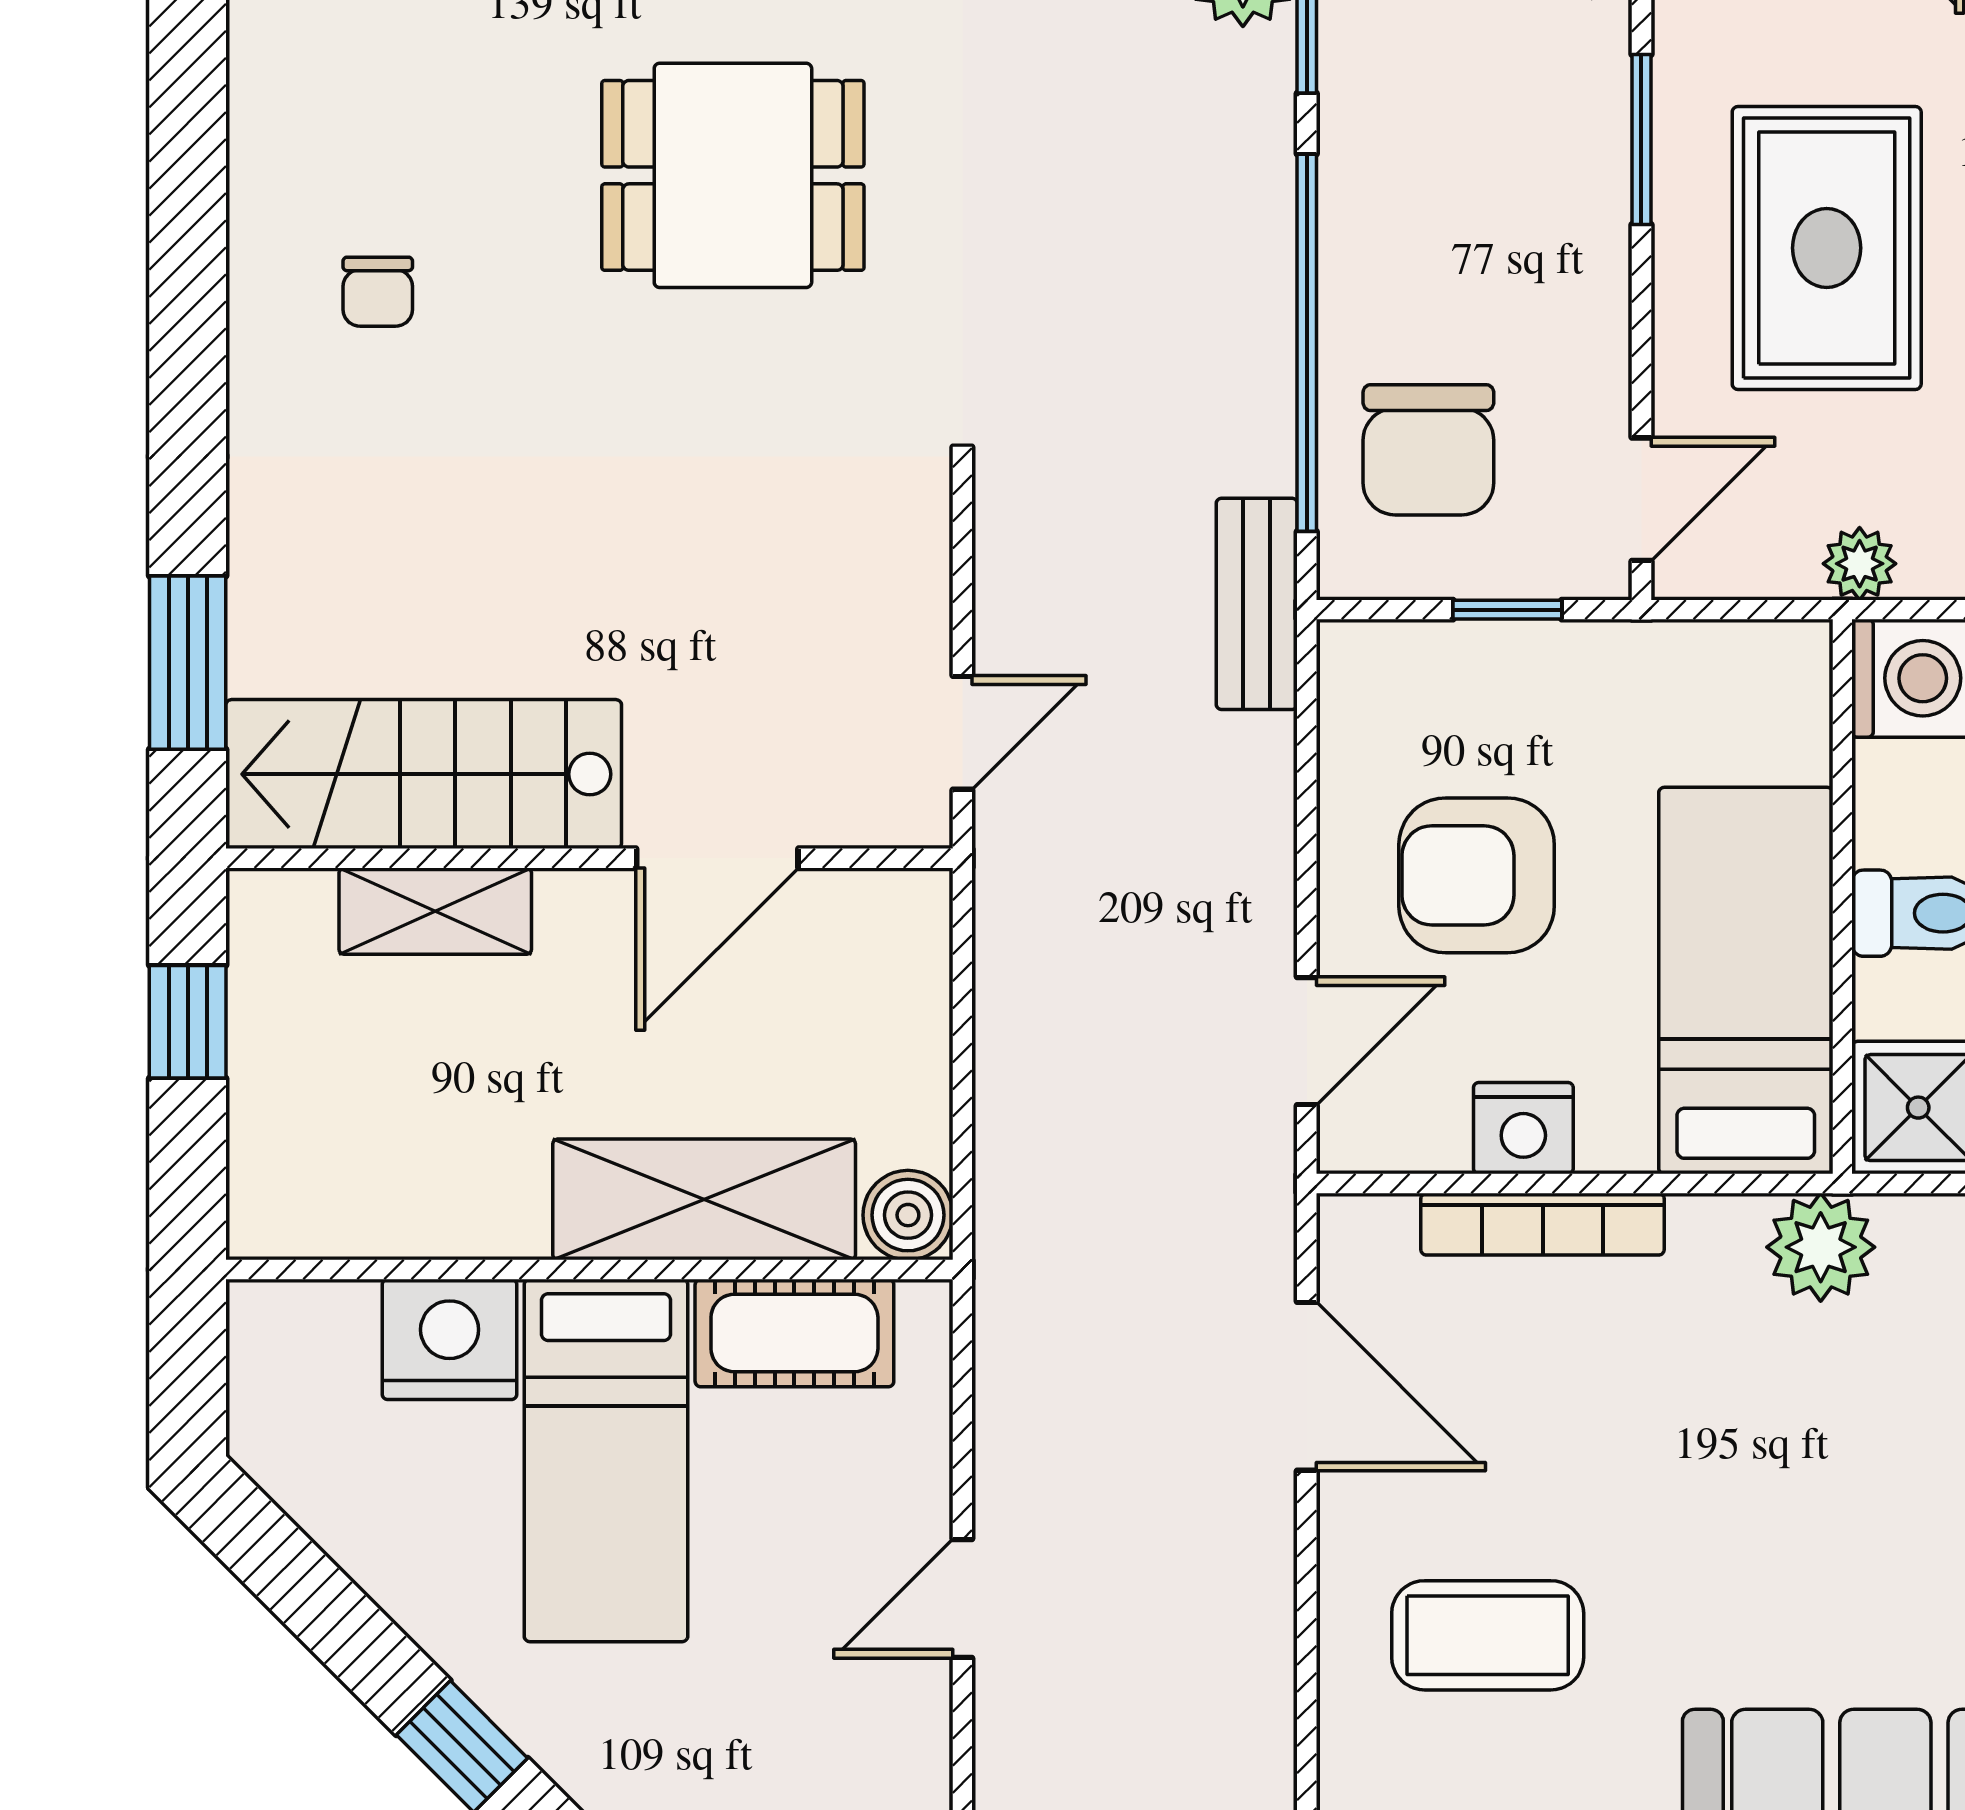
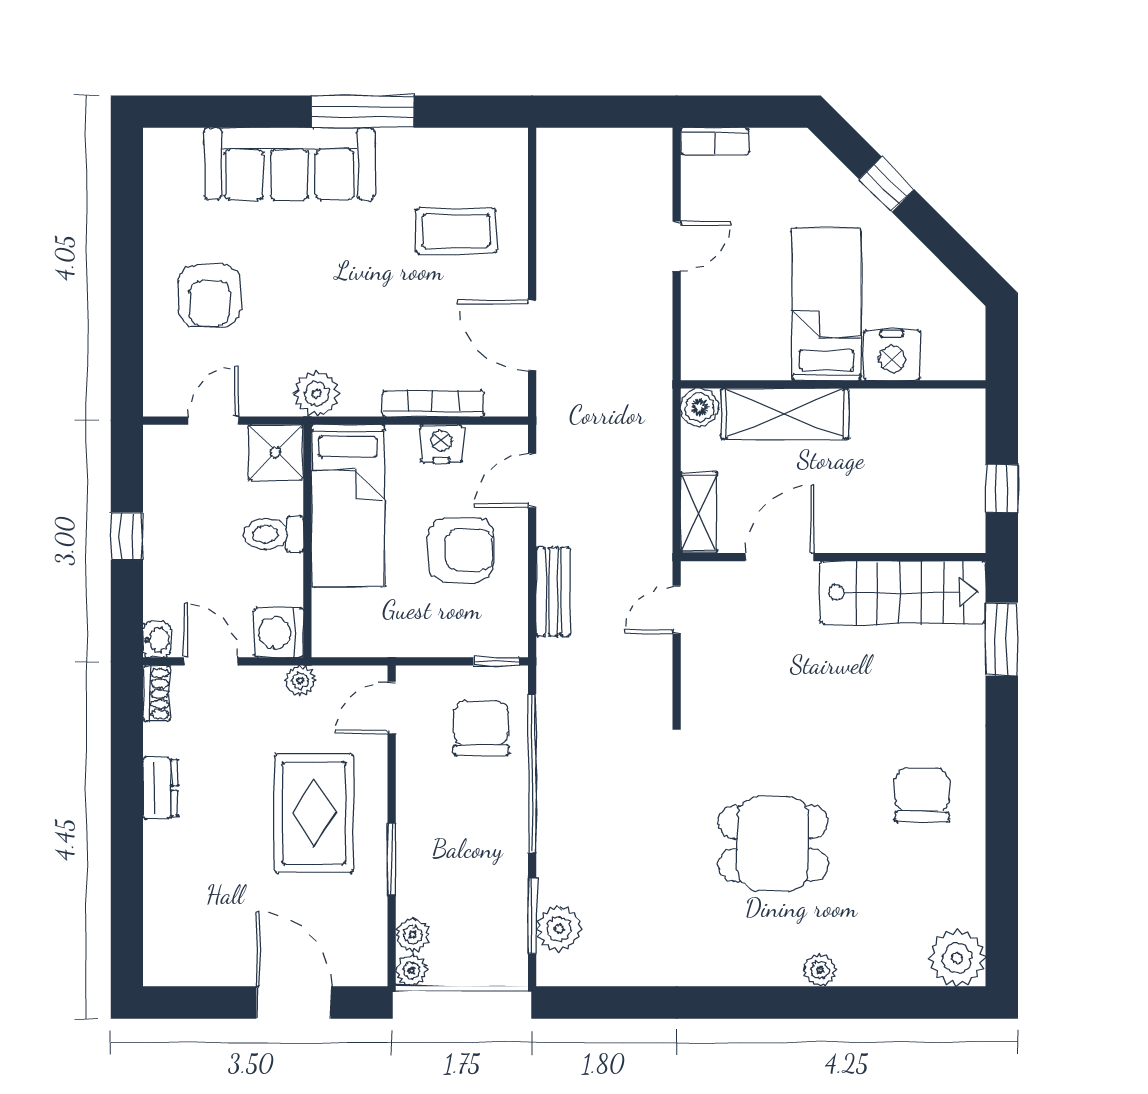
chair: (378, 292) -> (922, 795), width x1.87, depth x1.87
bench: (1257, 604) -> (553, 592), moved
window: (1507, 610) -> (496, 661), moved
shelving: (435, 911) -> (699, 513), moved, turned 90
cot: (794, 1333) -> (747, 358), removed

